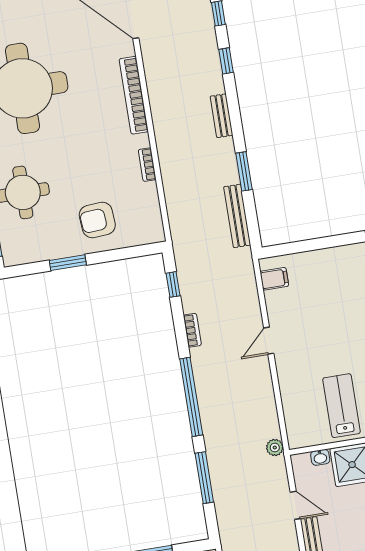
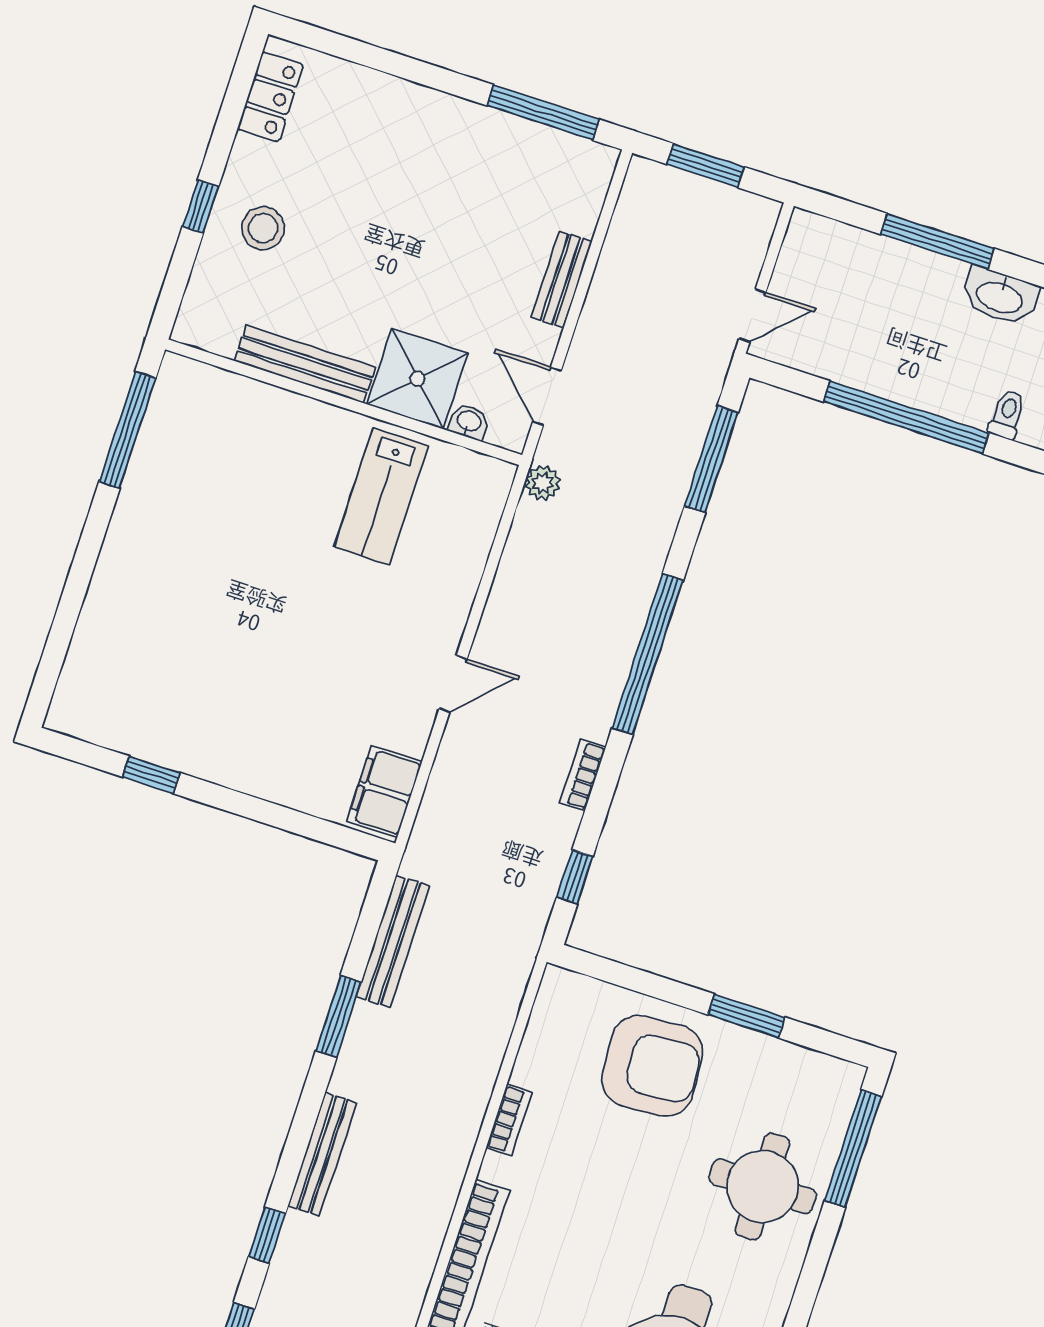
bench: (222, 116) -> (322, 1154), width x1.36
armchair: (97, 220) -> (652, 1066), width x1.36, depth x1.36
filing cabinet: (274, 279) -> (384, 791), width x2.00
window: (204, 478) -> (711, 459), moved
door: (295, 505) -> (547, 396), moved

